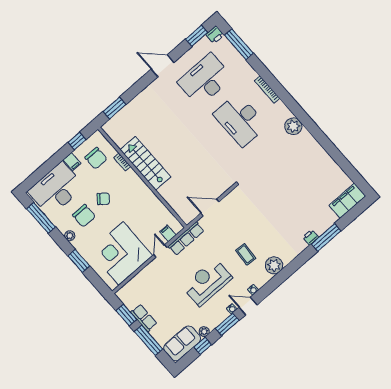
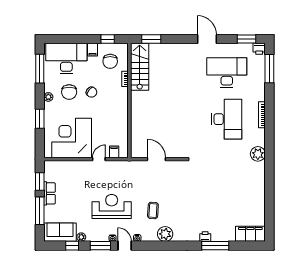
desk: (240, 120) -> (227, 119), turned 180
stairs: (145, 163) -> (140, 67), moved
row of seats: (186, 238) -> (123, 166), removed

